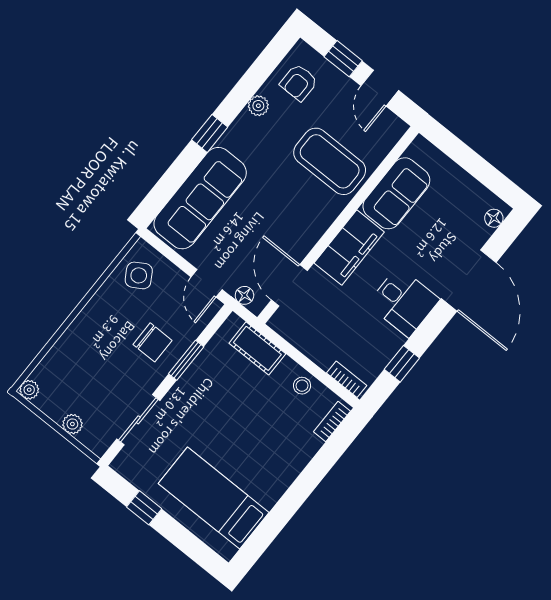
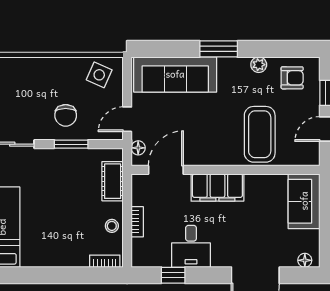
armchair: (299, 83) -> (292, 78), turned 180
window: (210, 133) -> (219, 49), width x1.50
sofa: (396, 193) -> (304, 201), moved, turned 90
side table: (139, 275) -> (99, 75), turned -35
desk: (403, 302) -> (191, 246), moved
bookcase: (347, 379) -> (137, 222), moved

